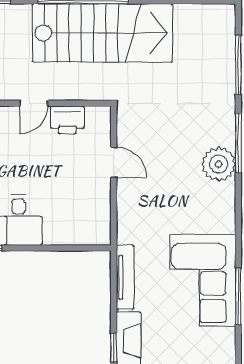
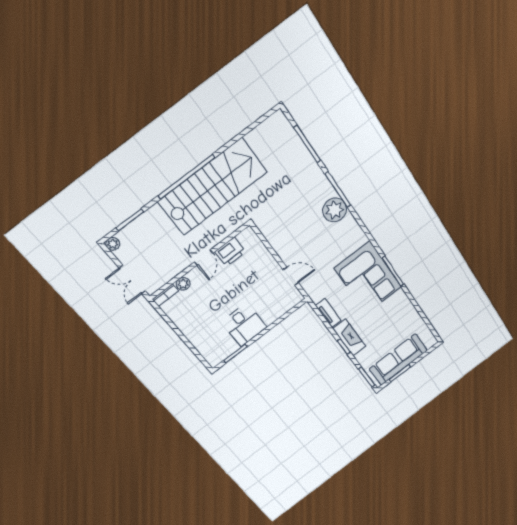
door: (114, 162) -> (291, 276), moved
tv unit: (125, 277) -> (328, 313), width x0.71

